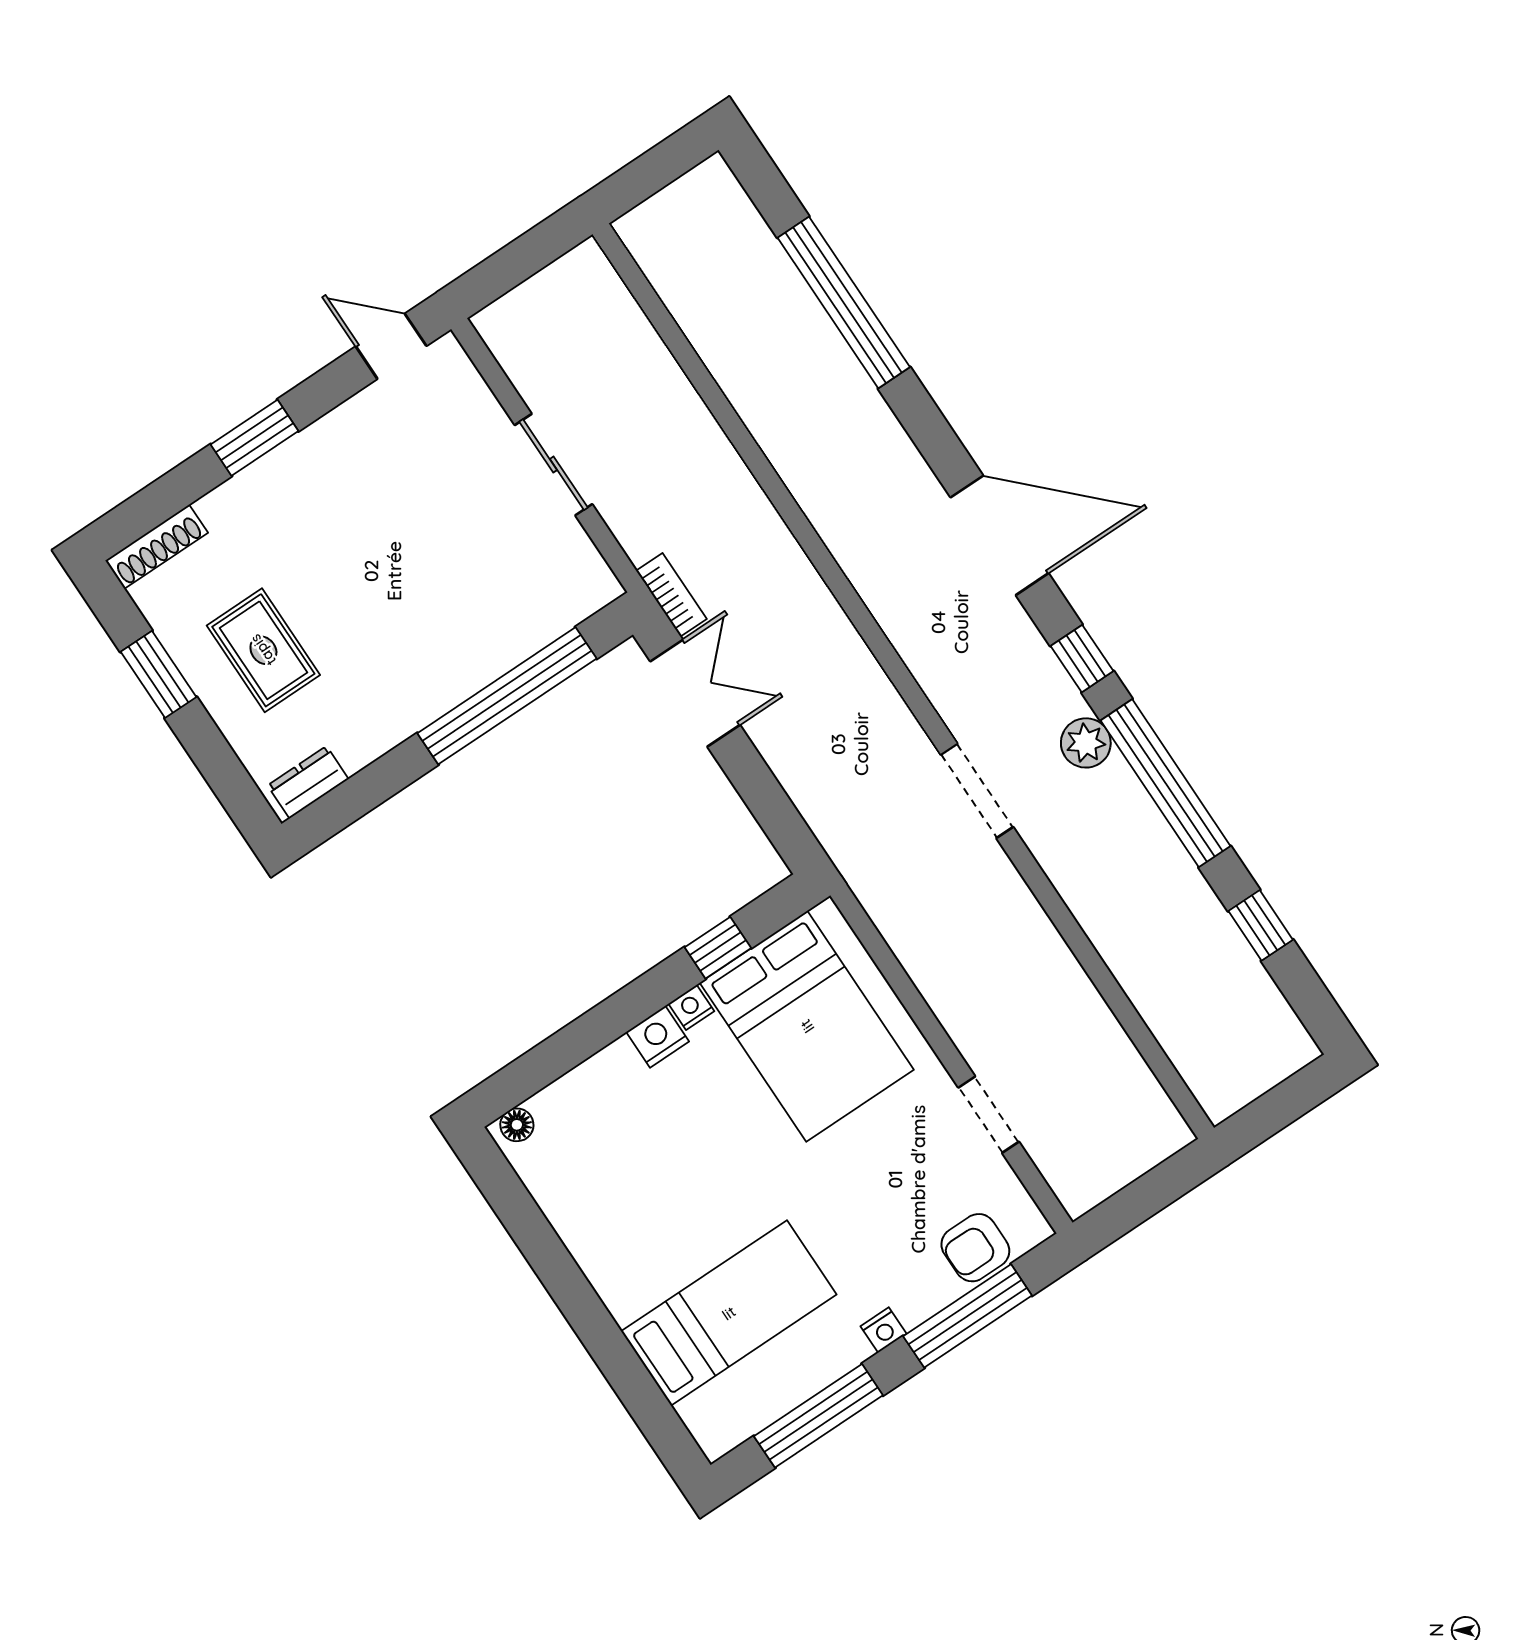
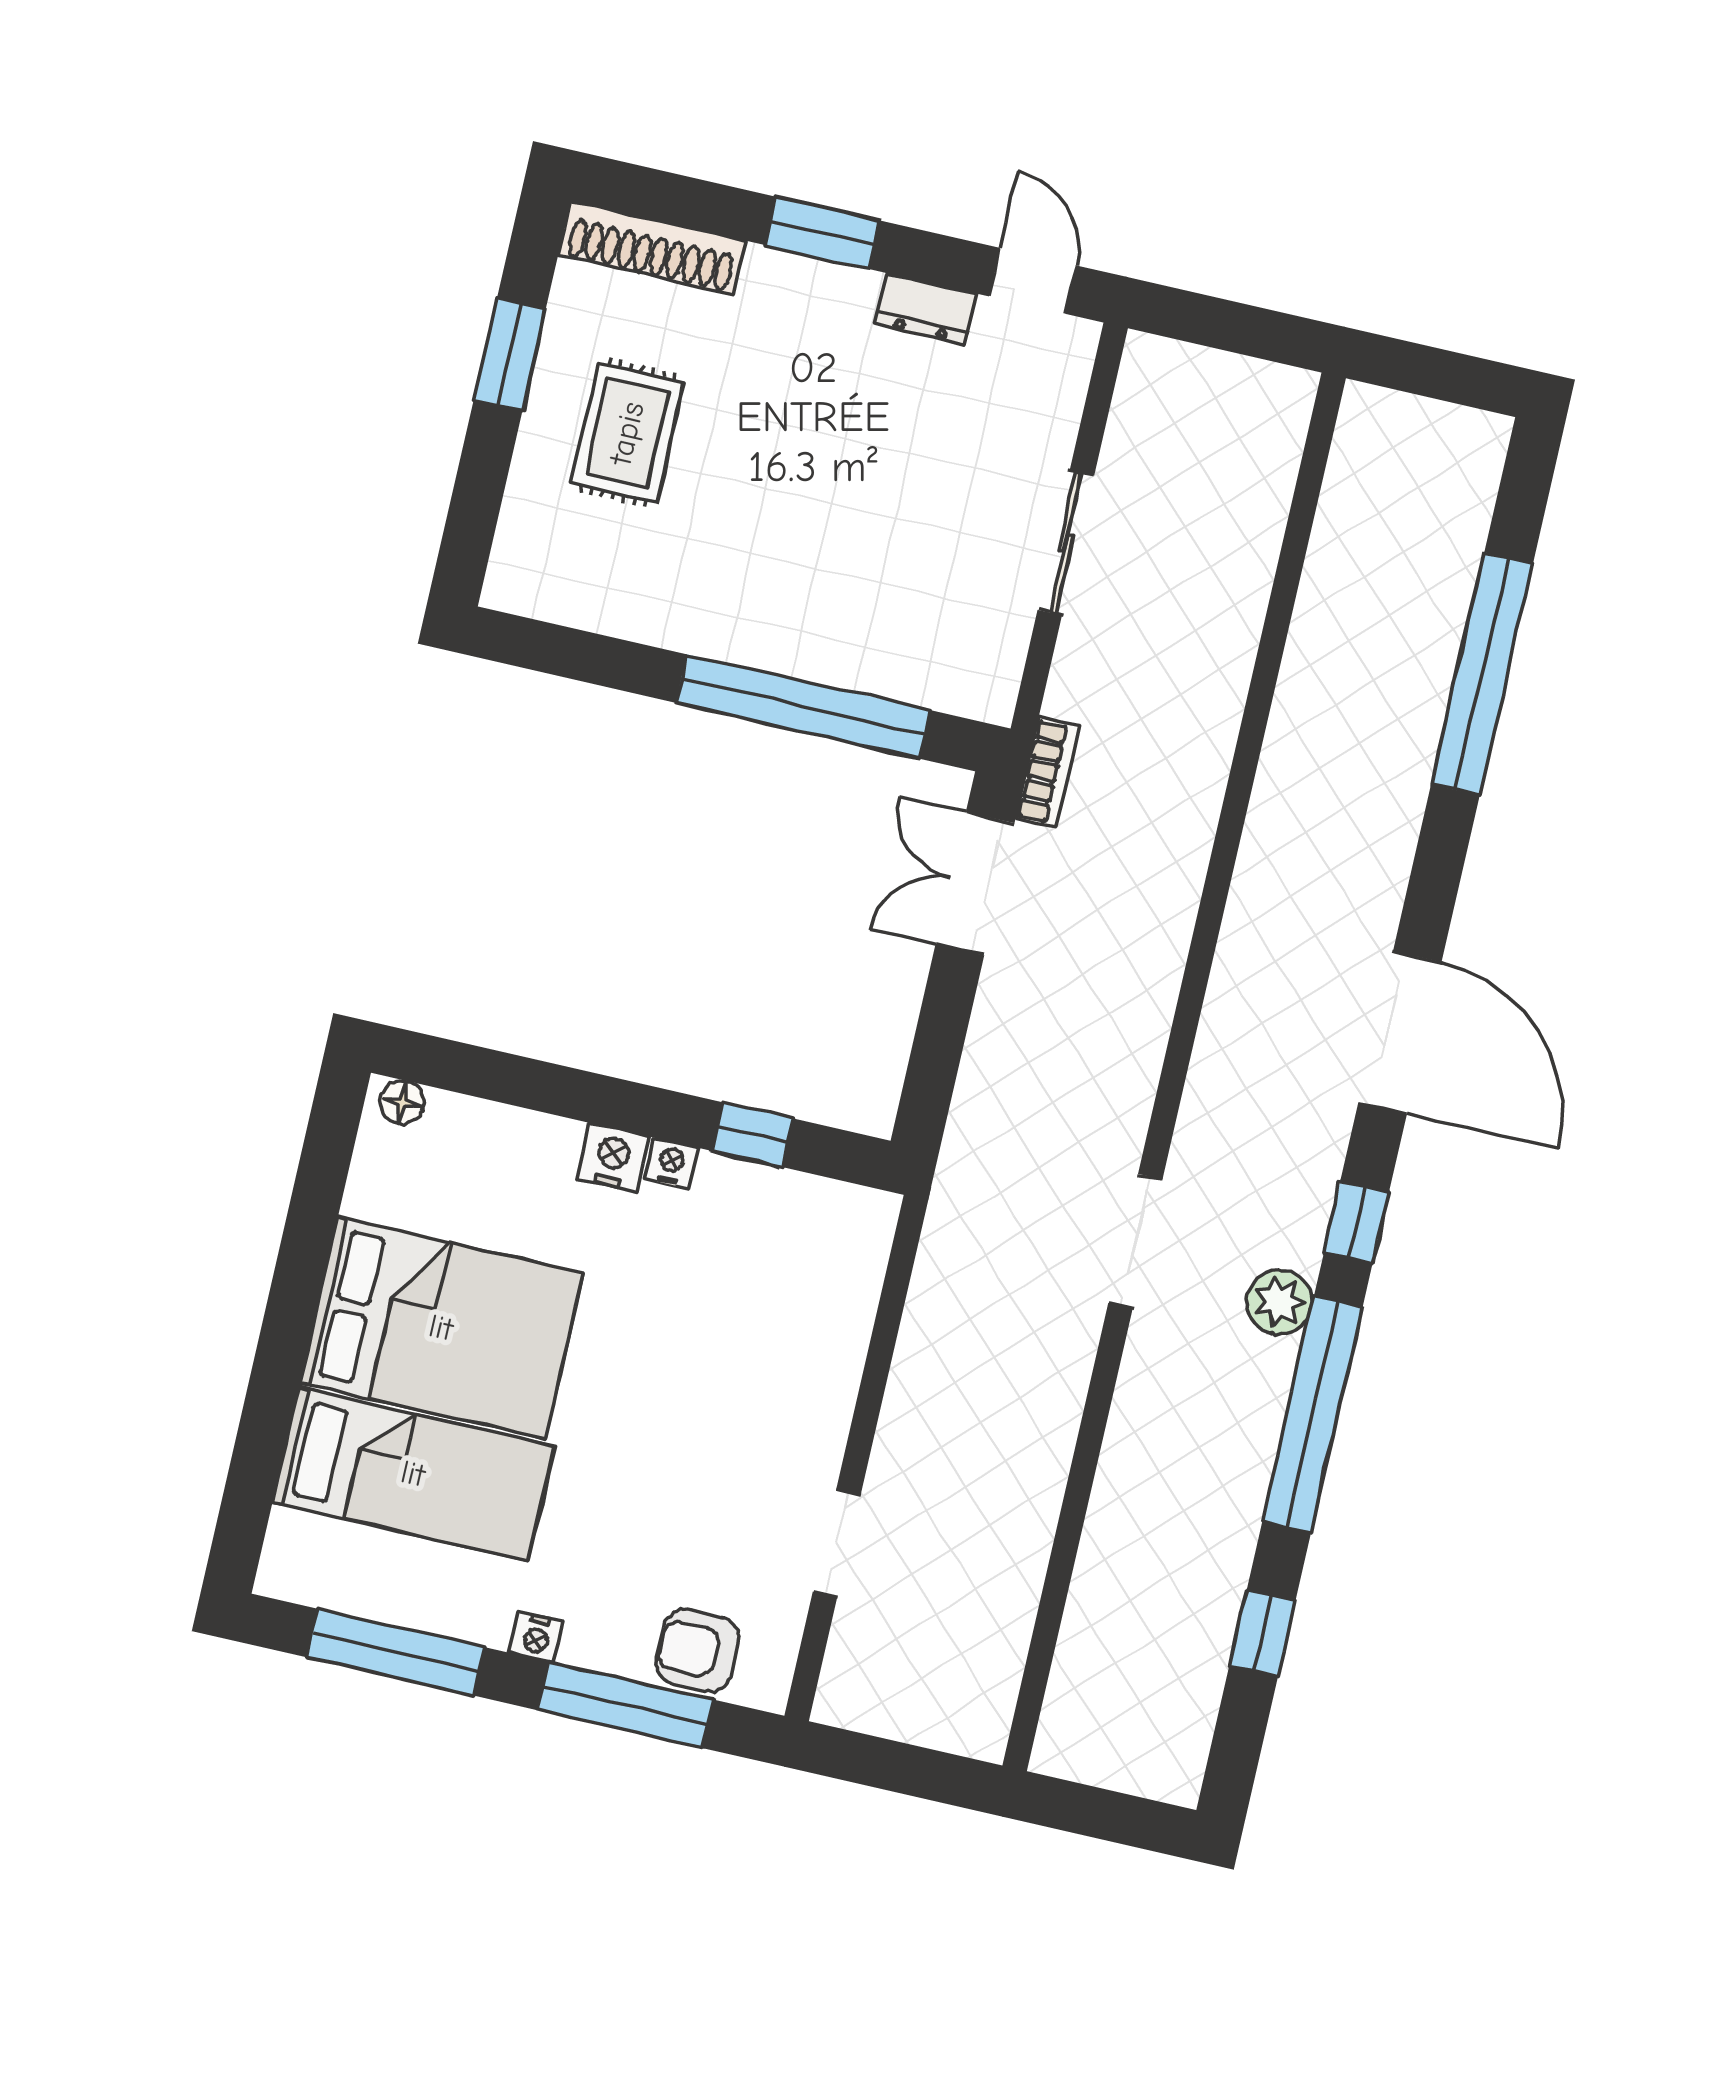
shoe rack: (157, 547) -> (652, 248), width x1.36, depth x1.24
double door: (695, 693) -> (975, 884), swing flipped
dresser: (308, 782) -> (925, 309), moved, turned 180
bed: (807, 1026) -> (441, 1328), moved, turned -90

